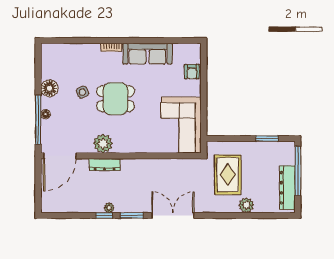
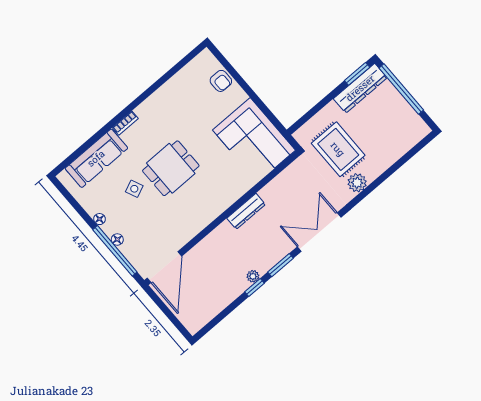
sofa: (147, 54) -> (96, 158), moved
floor lamp: (49, 88) -> (99, 219), width x0.53, depth x0.53
window: (267, 139) -> (357, 74), moved
plant: (103, 143) -> (195, 221), removed
dresser: (105, 164) -> (246, 211), moved
dresser: (287, 188) -> (360, 88), moved, turned -90
plant: (246, 205) -> (357, 183), moved

